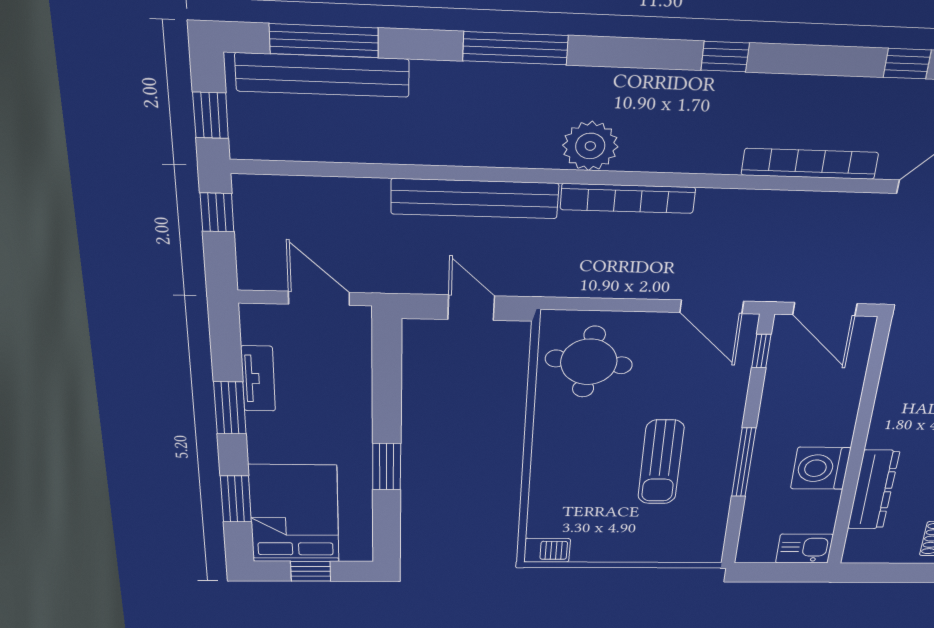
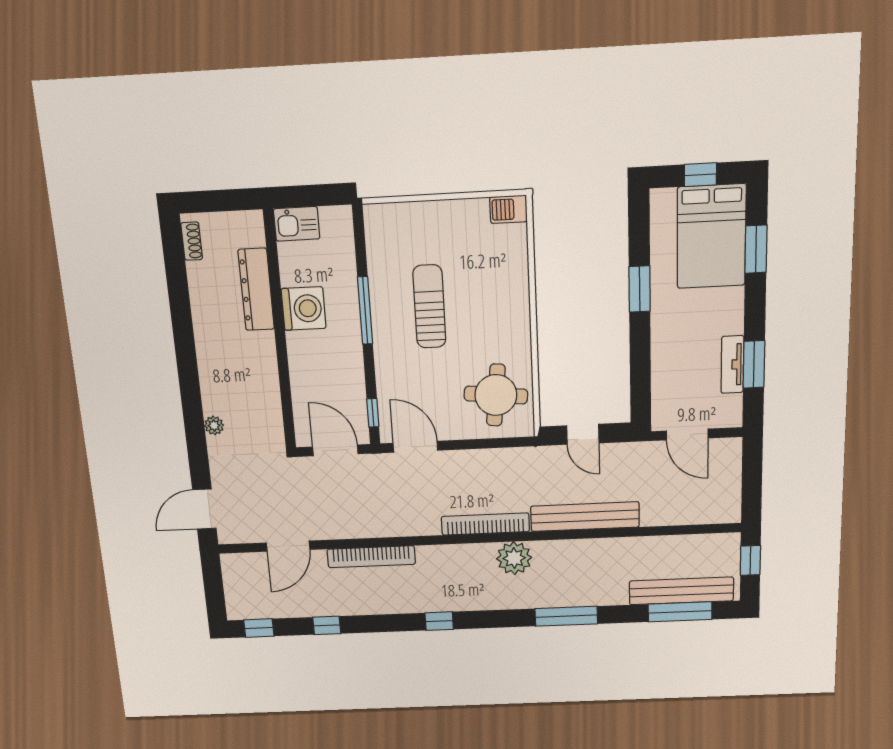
window: (217, 212) -> (752, 495), removed
window: (230, 408) -> (754, 364), moved

